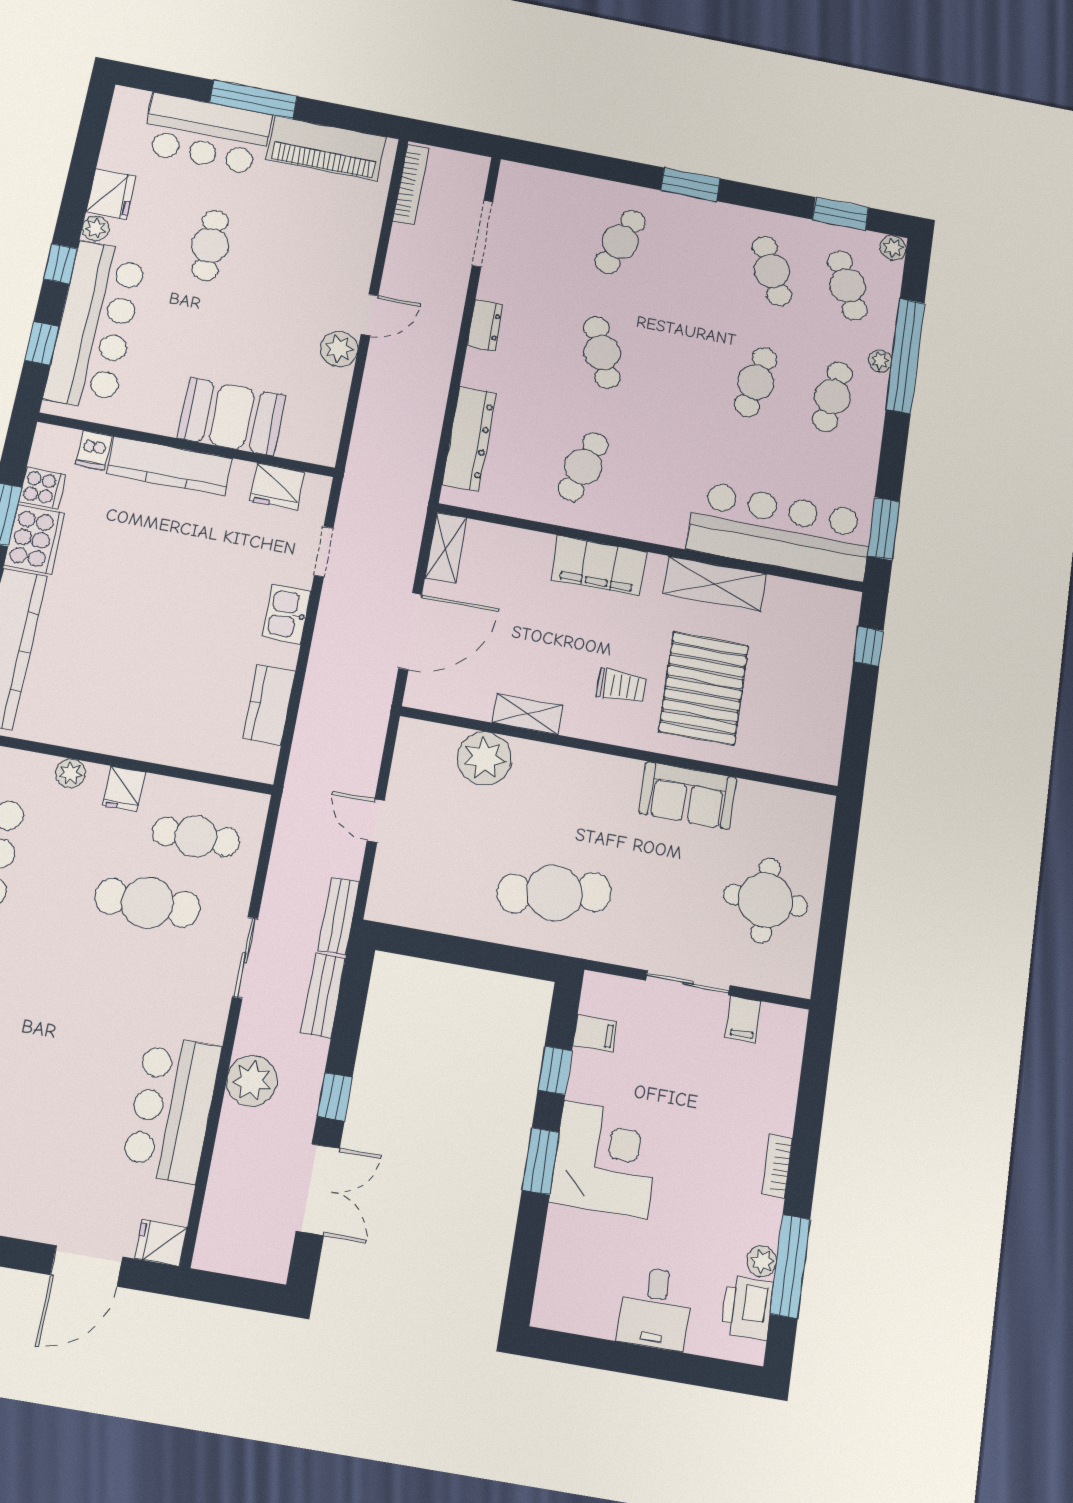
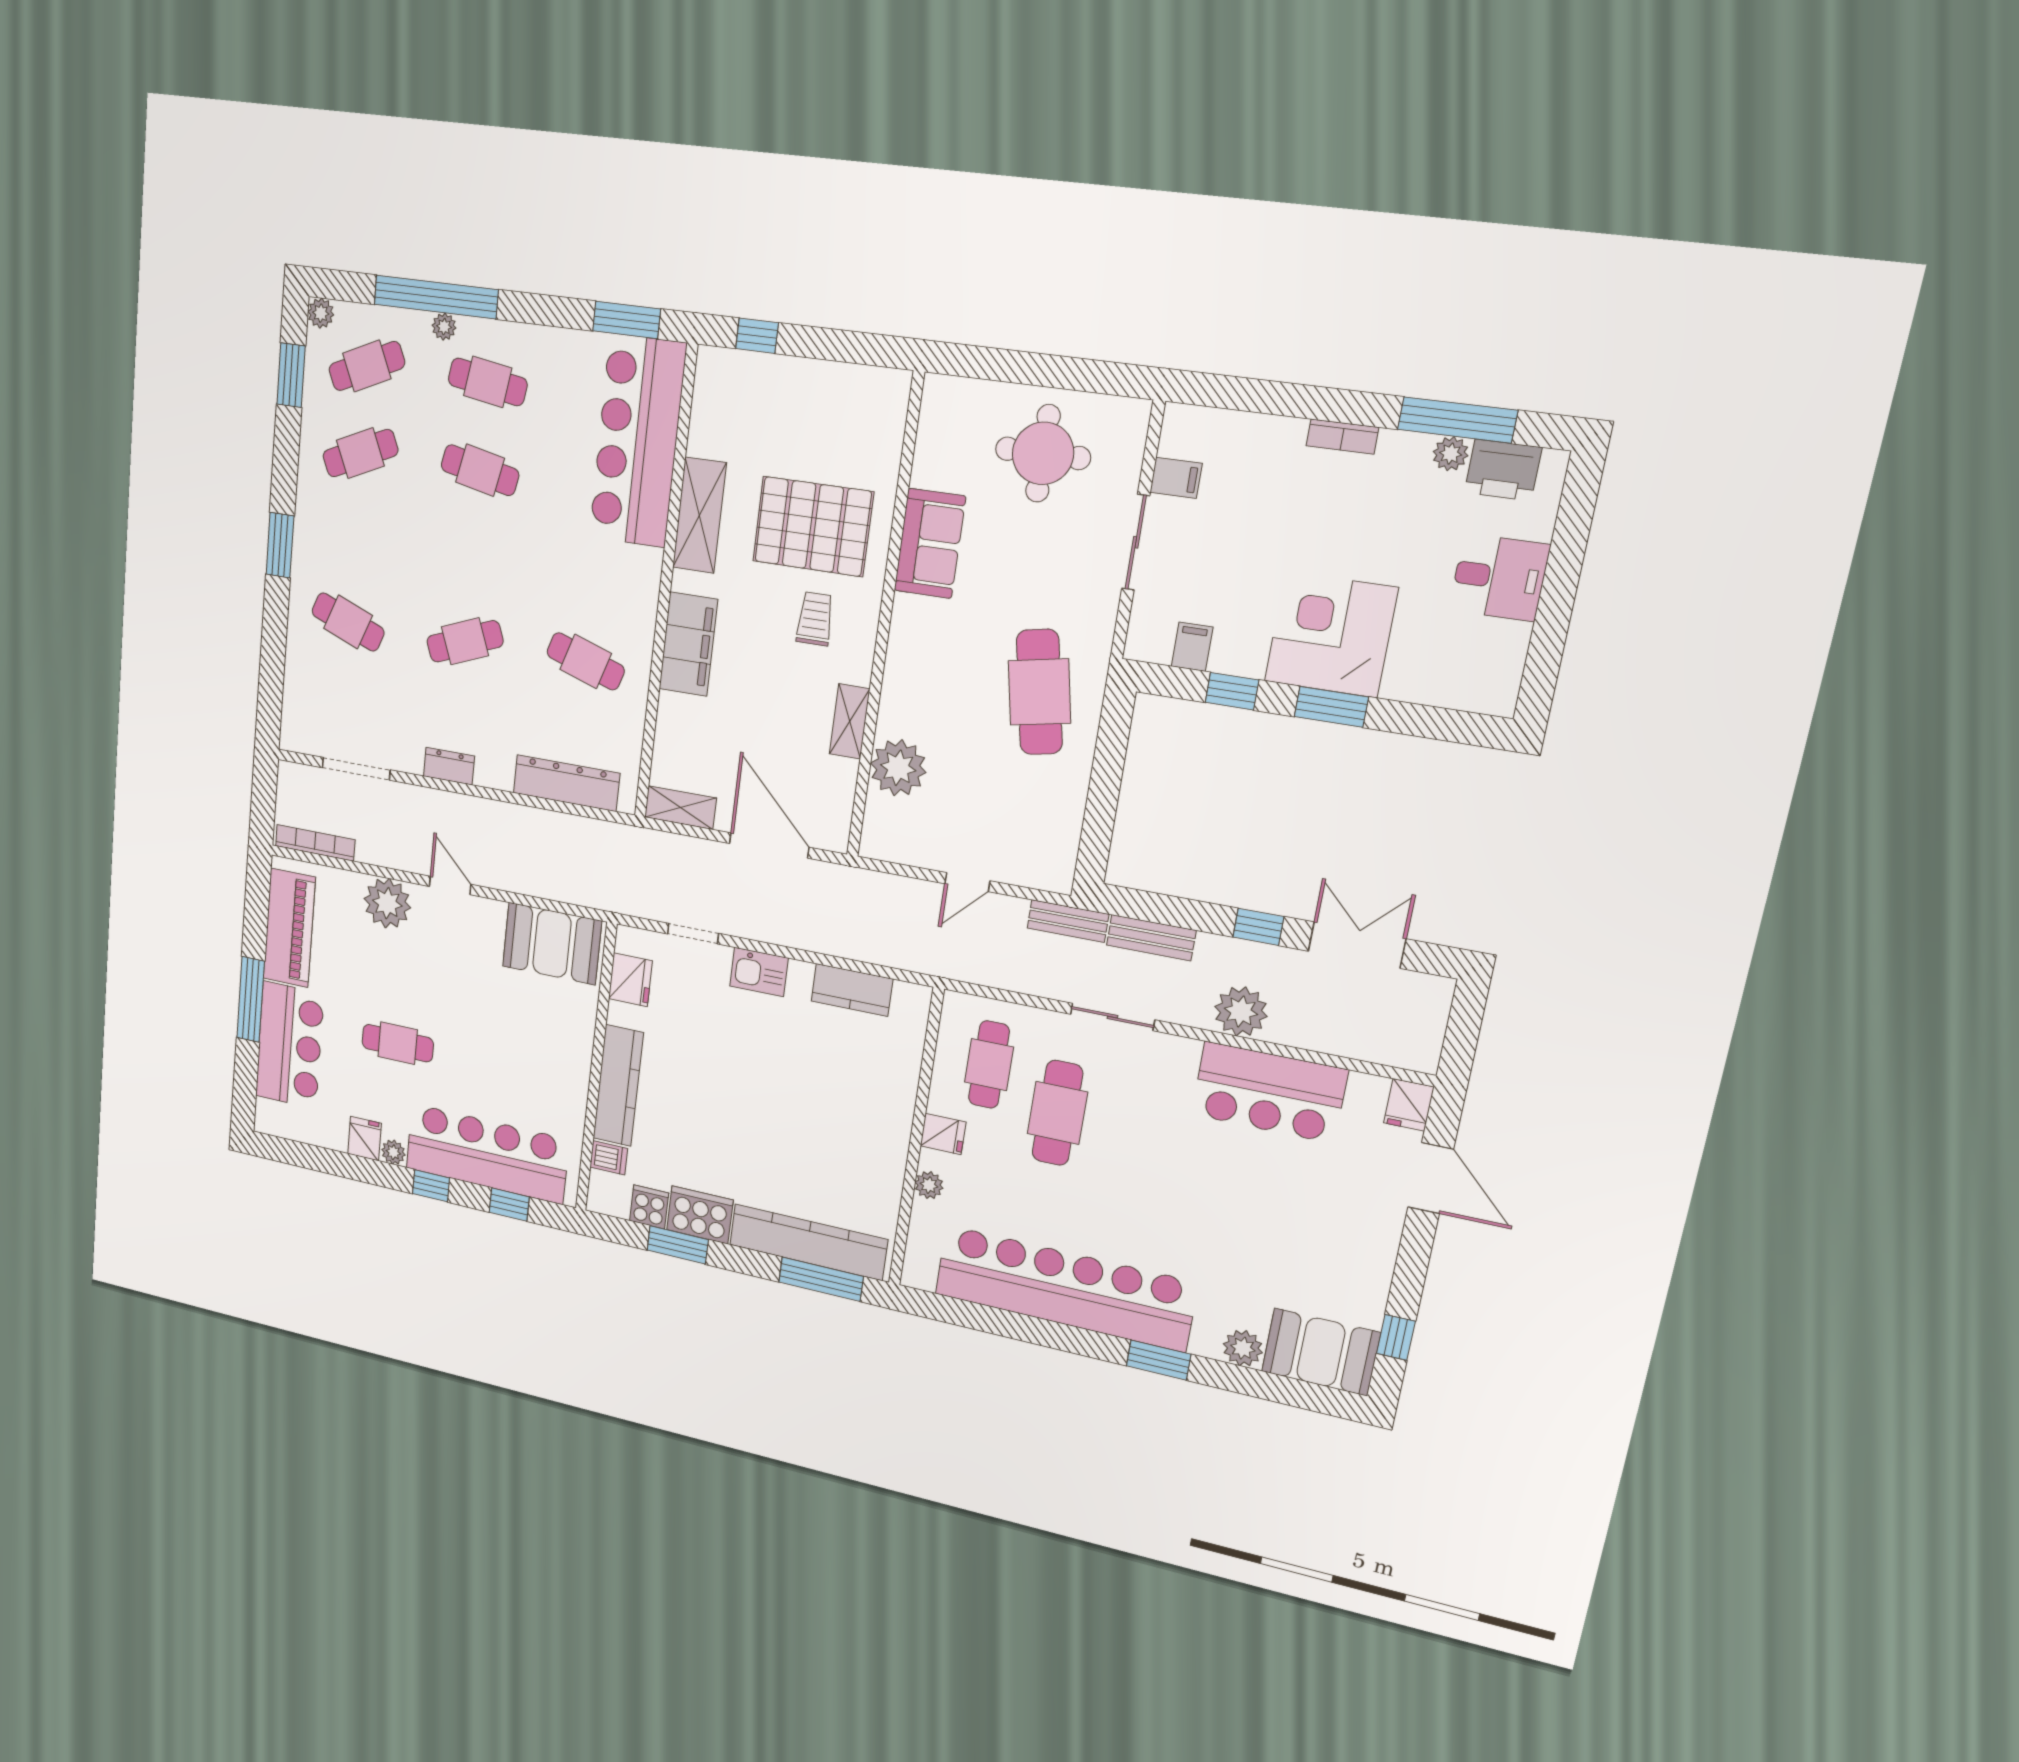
fridge: (111, 194) -> (364, 1139), width x0.72
plant: (339, 349) -> (387, 903), moved, width x1.36, depth x1.36
booth: (232, 417) -> (552, 944), moved, turned 90

